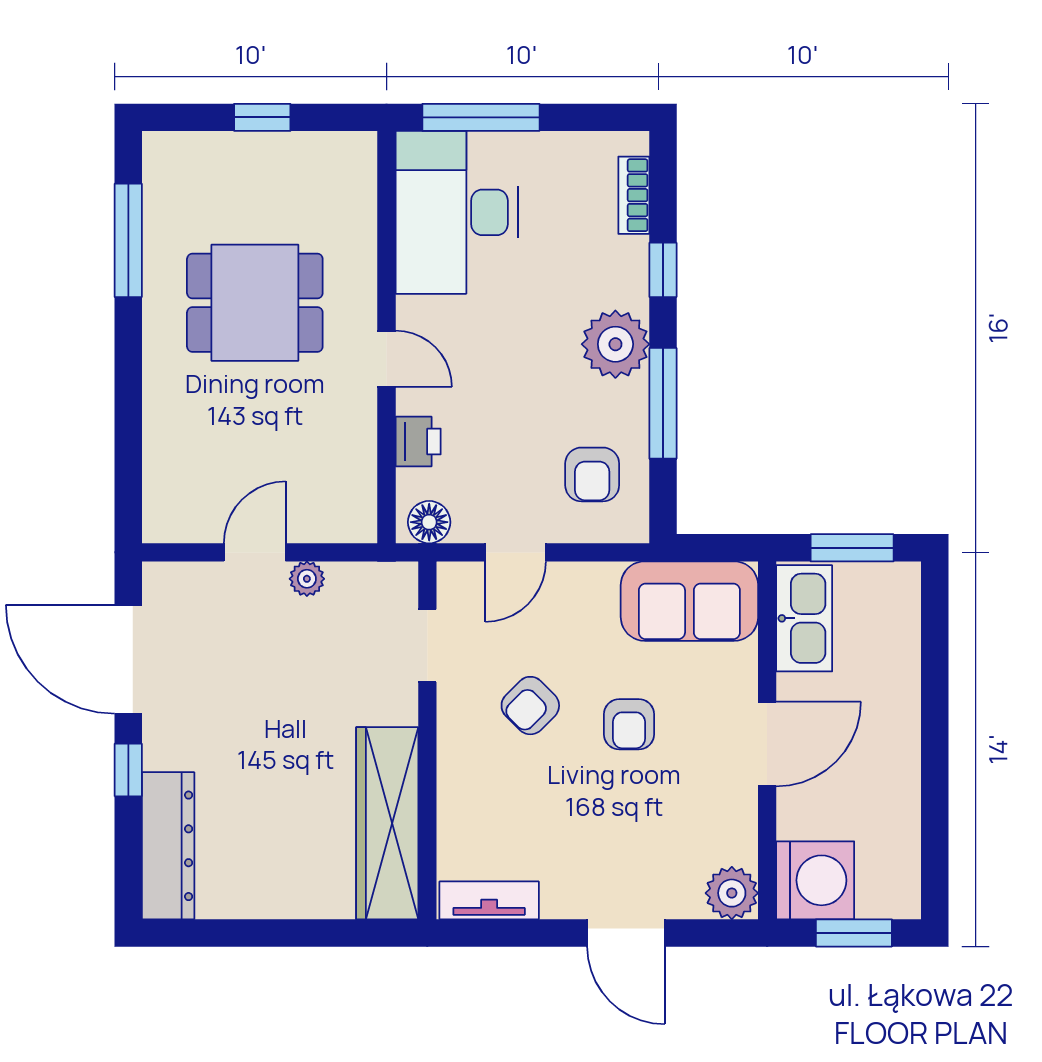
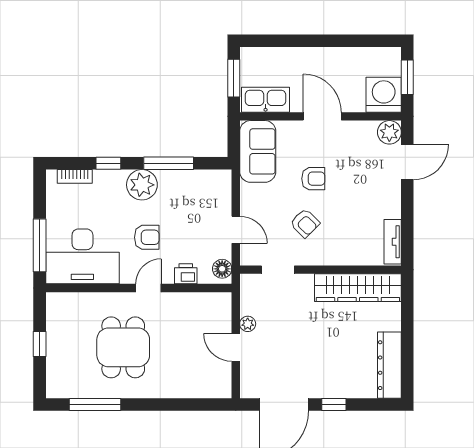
armchair: (592, 474) -> (147, 237), moved
dresser: (168, 846) -> (389, 365), moved, turned -90
door: (626, 933) -> (407, 162), moved

